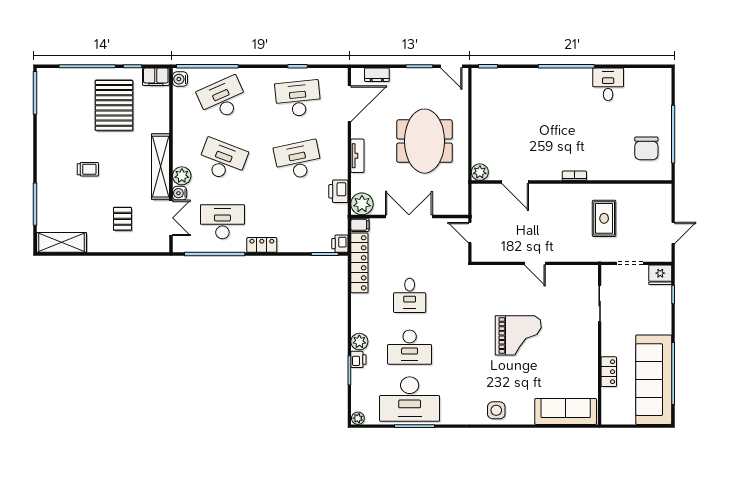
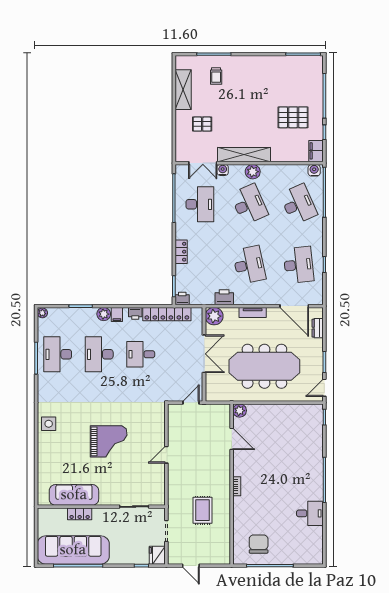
pallet: (114, 105) -> (293, 117), width x0.73, depth x0.71
meeting table: (425, 141) -> (264, 366), width x1.36
chair: (646, 148) -> (259, 544), turned 90
desk: (222, 160) -> (249, 204), turned -45
trolley: (88, 169) -> (216, 76), moved
plant: (182, 176) -> (253, 172), moved
door: (515, 182) -> (232, 439), swing flipped
rug: (604, 218) -> (202, 510), turned 90
filing cabinet: (360, 225) -> (117, 314), moved
shelving: (61, 242) -> (183, 90), moved
locker: (262, 245) -> (181, 252), moved
grand piano: (518, 335) -> (109, 441), turned -90
printer: (358, 359) -> (135, 313), moved
desk: (410, 399) -> (58, 354), width x0.73, depth x0.77
sofa: (566, 411) -> (74, 495), moved, turned -90

